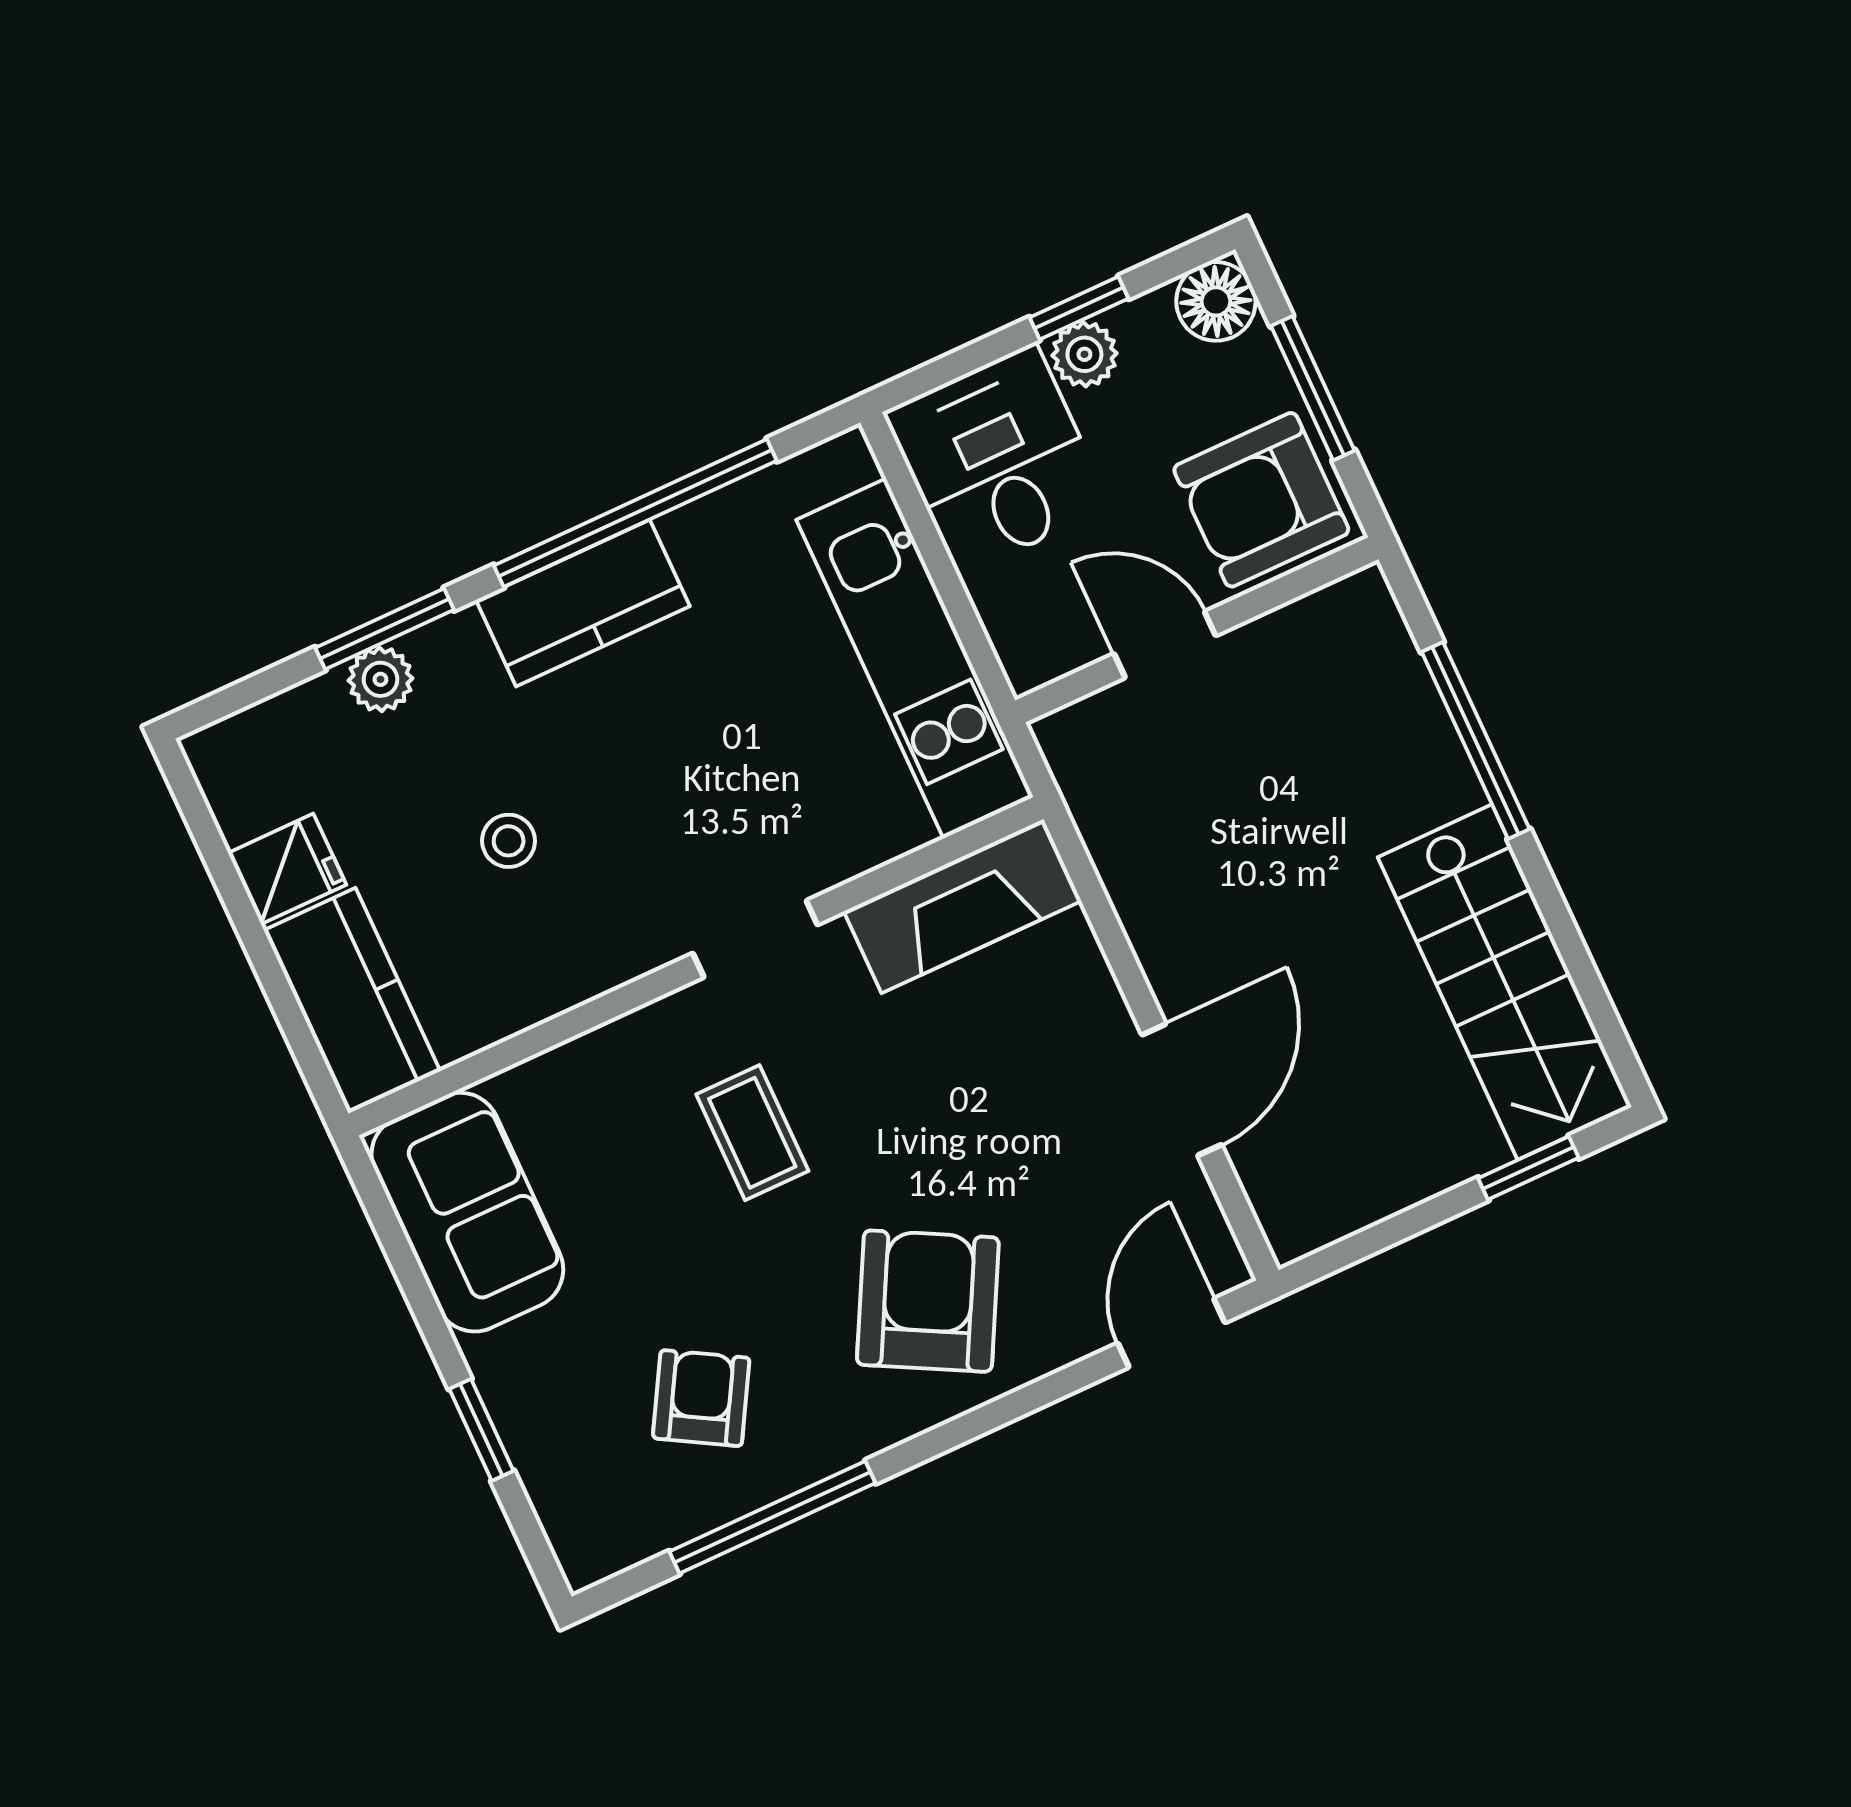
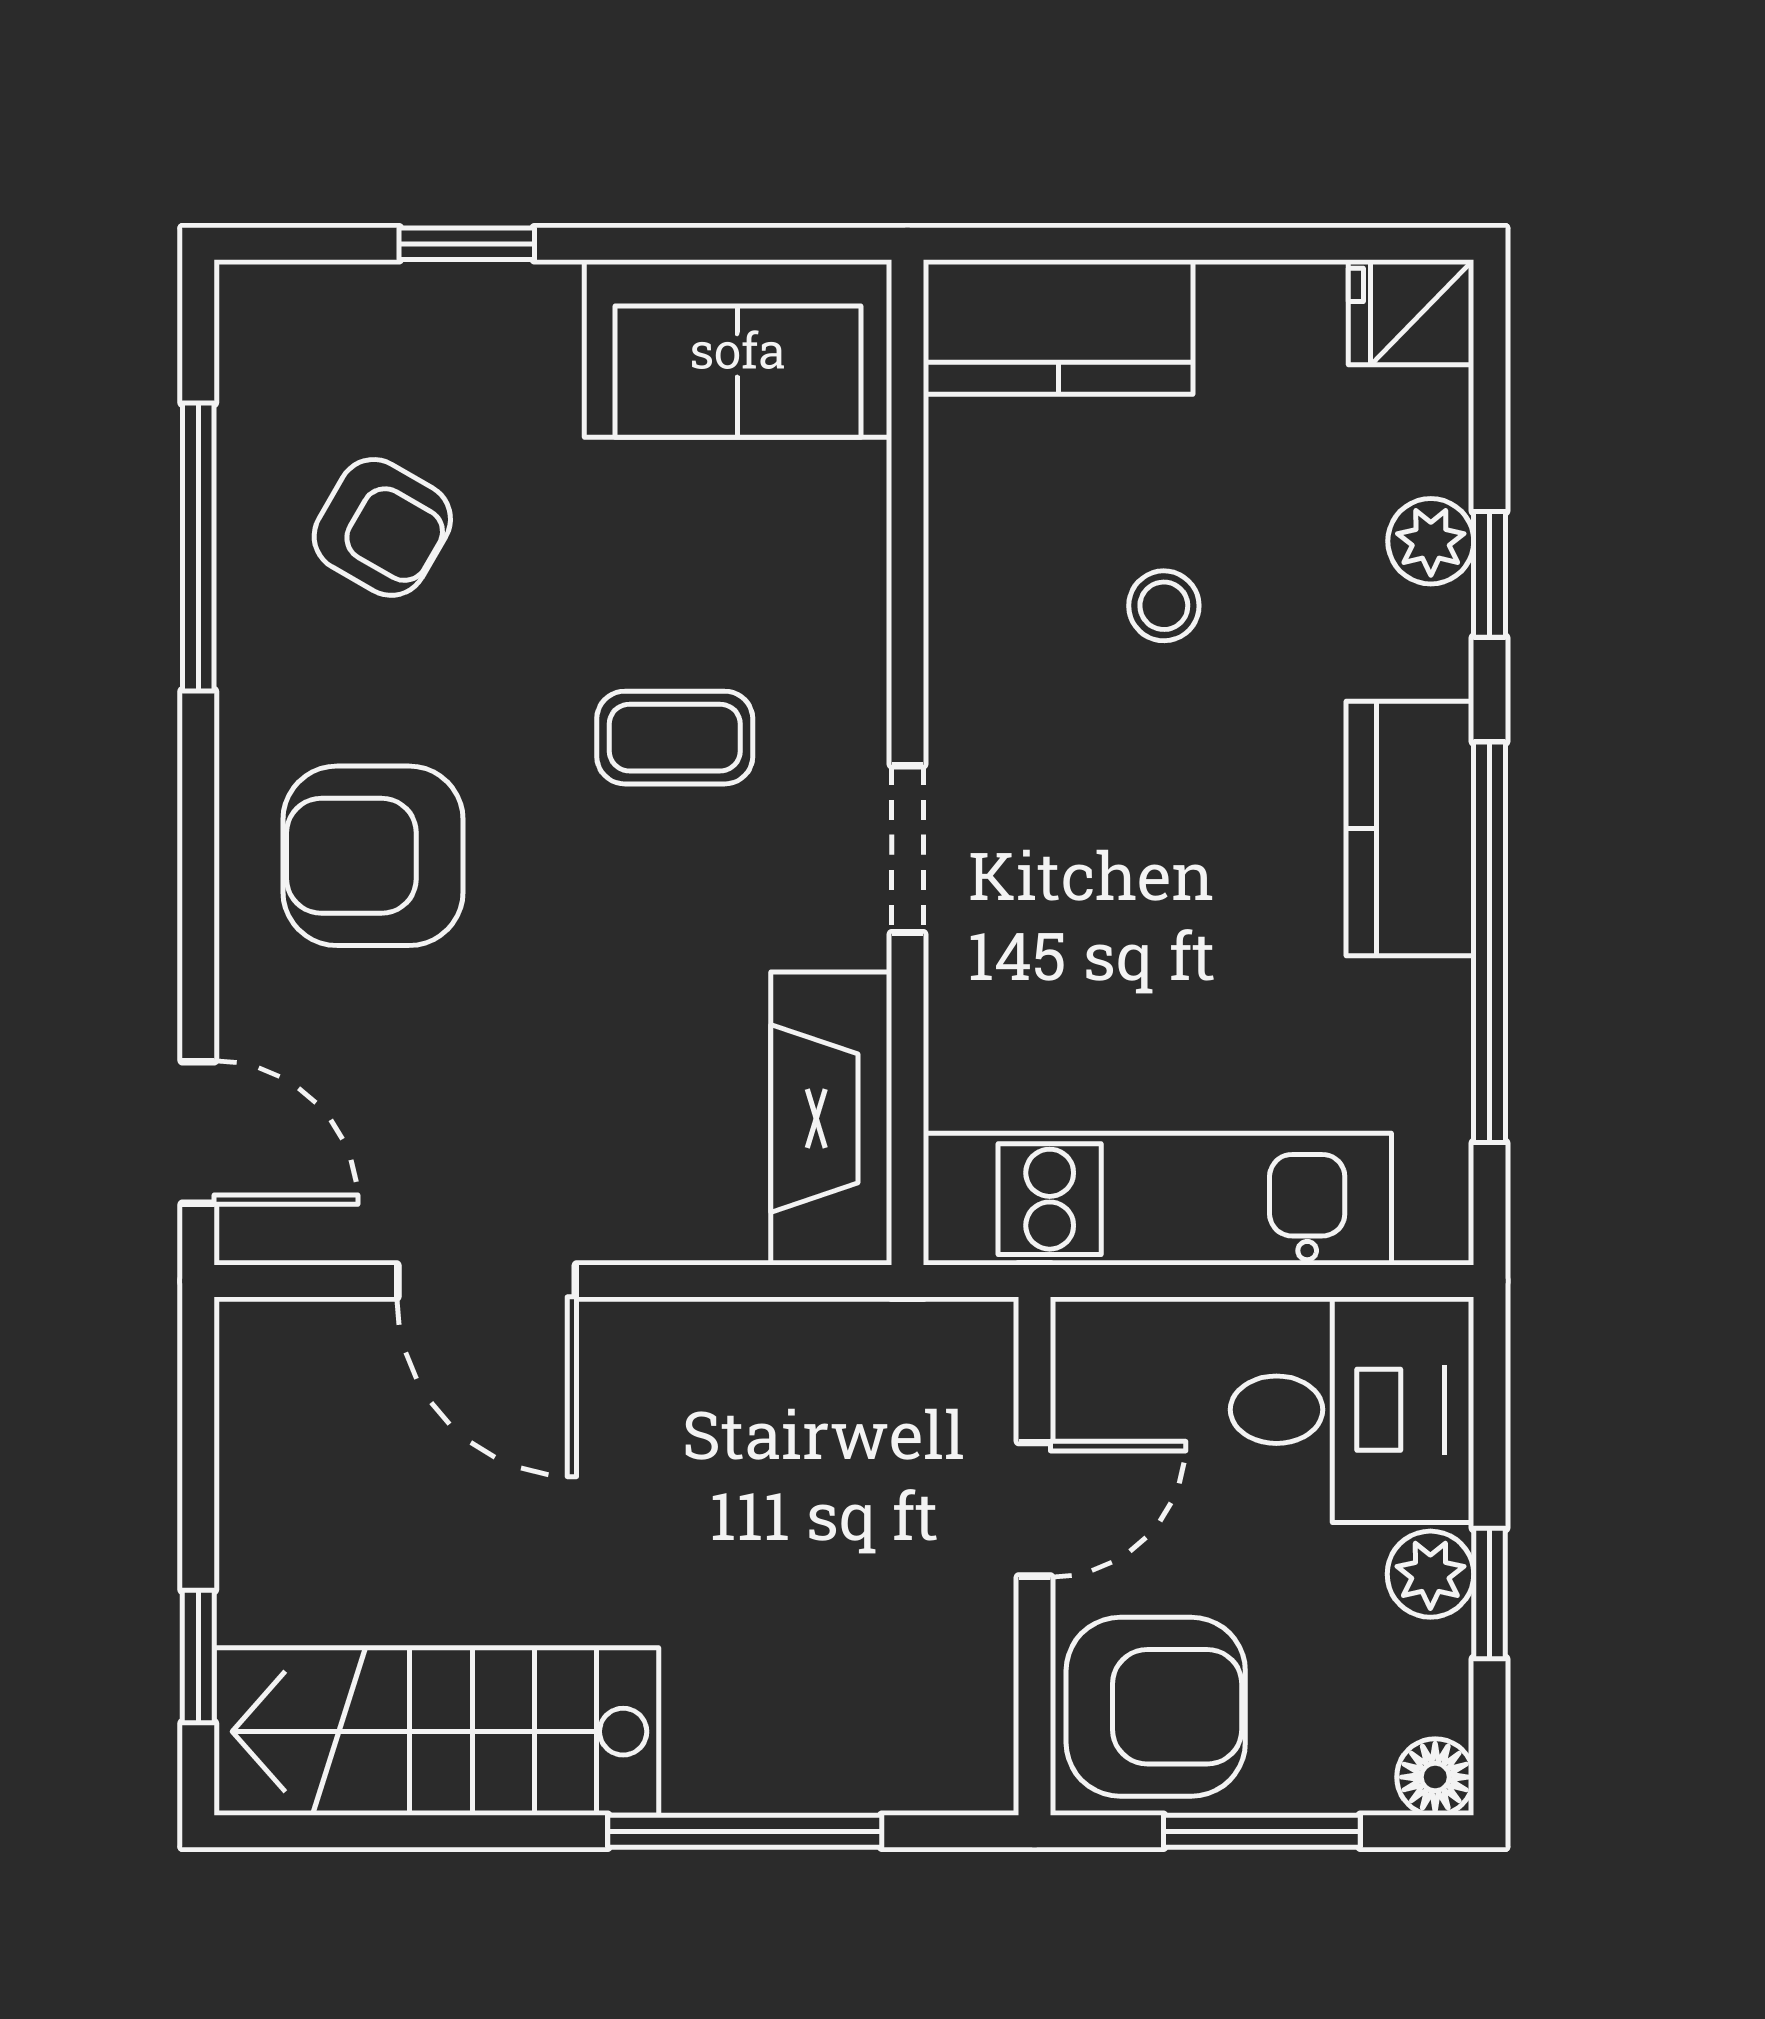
floor lamp: (1216, 301) -> (1435, 1777), width x0.73, depth x0.73
armchair: (1261, 500) -> (1156, 1707), turned 90
window: (385, 629) -> (1489, 574), width x0.67
fridge: (287, 869) -> (1411, 312), moved, turned 90
armchair: (928, 1301) -> (373, 856), turned 152

